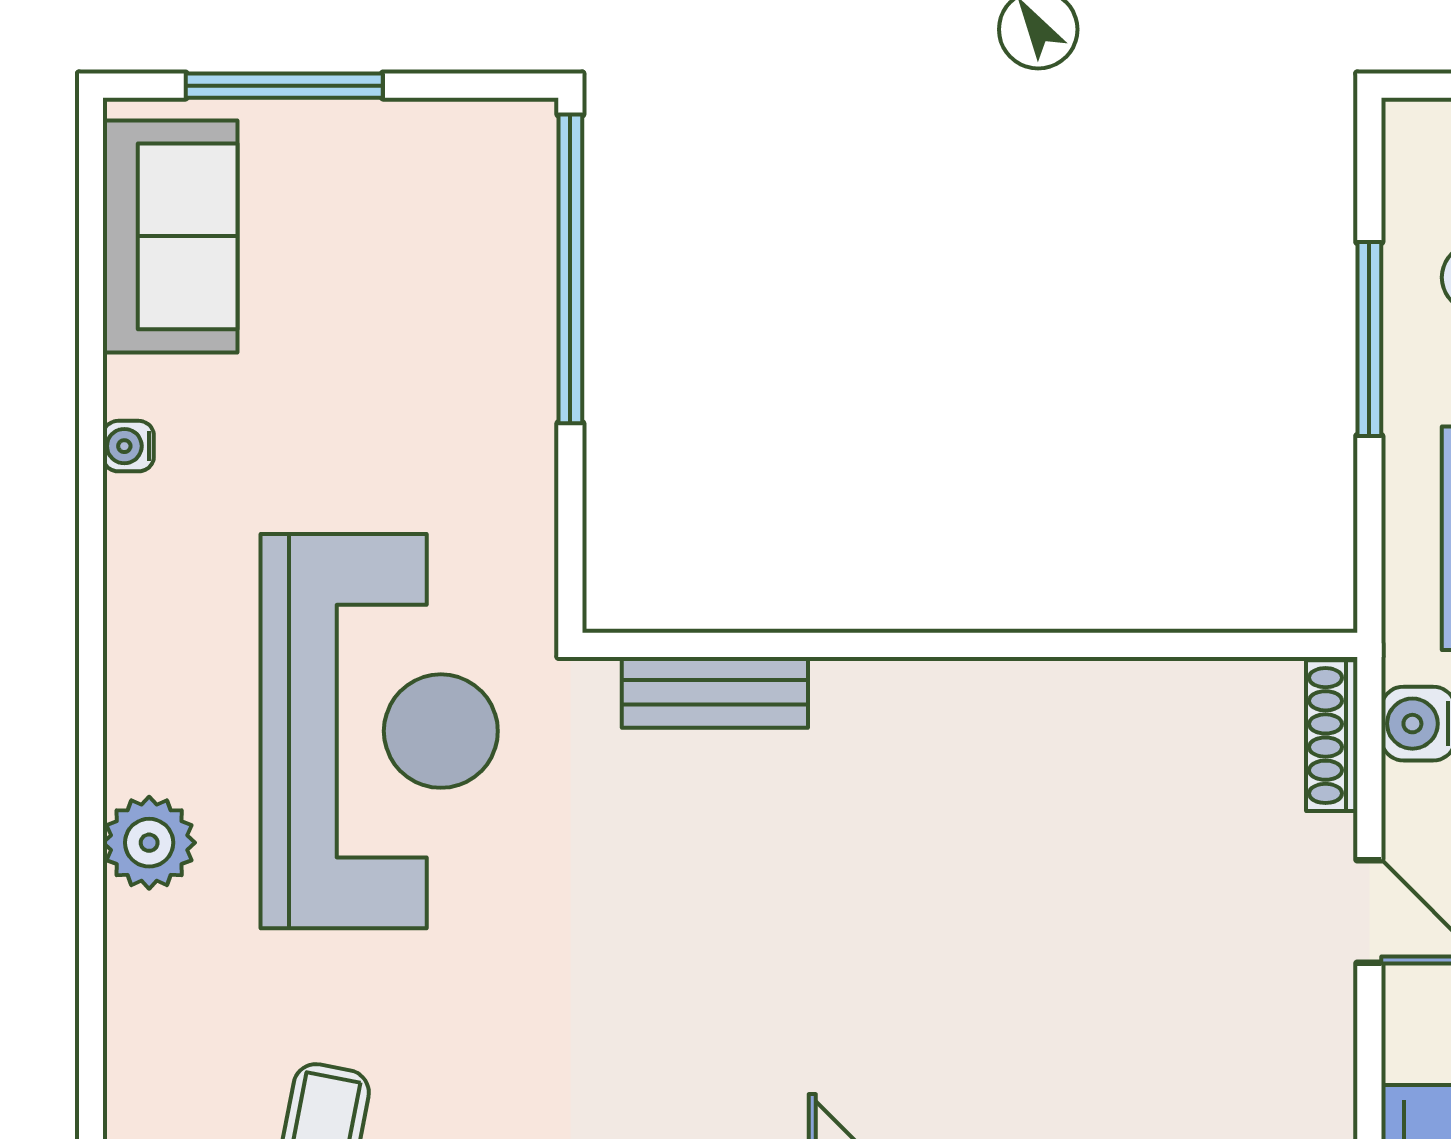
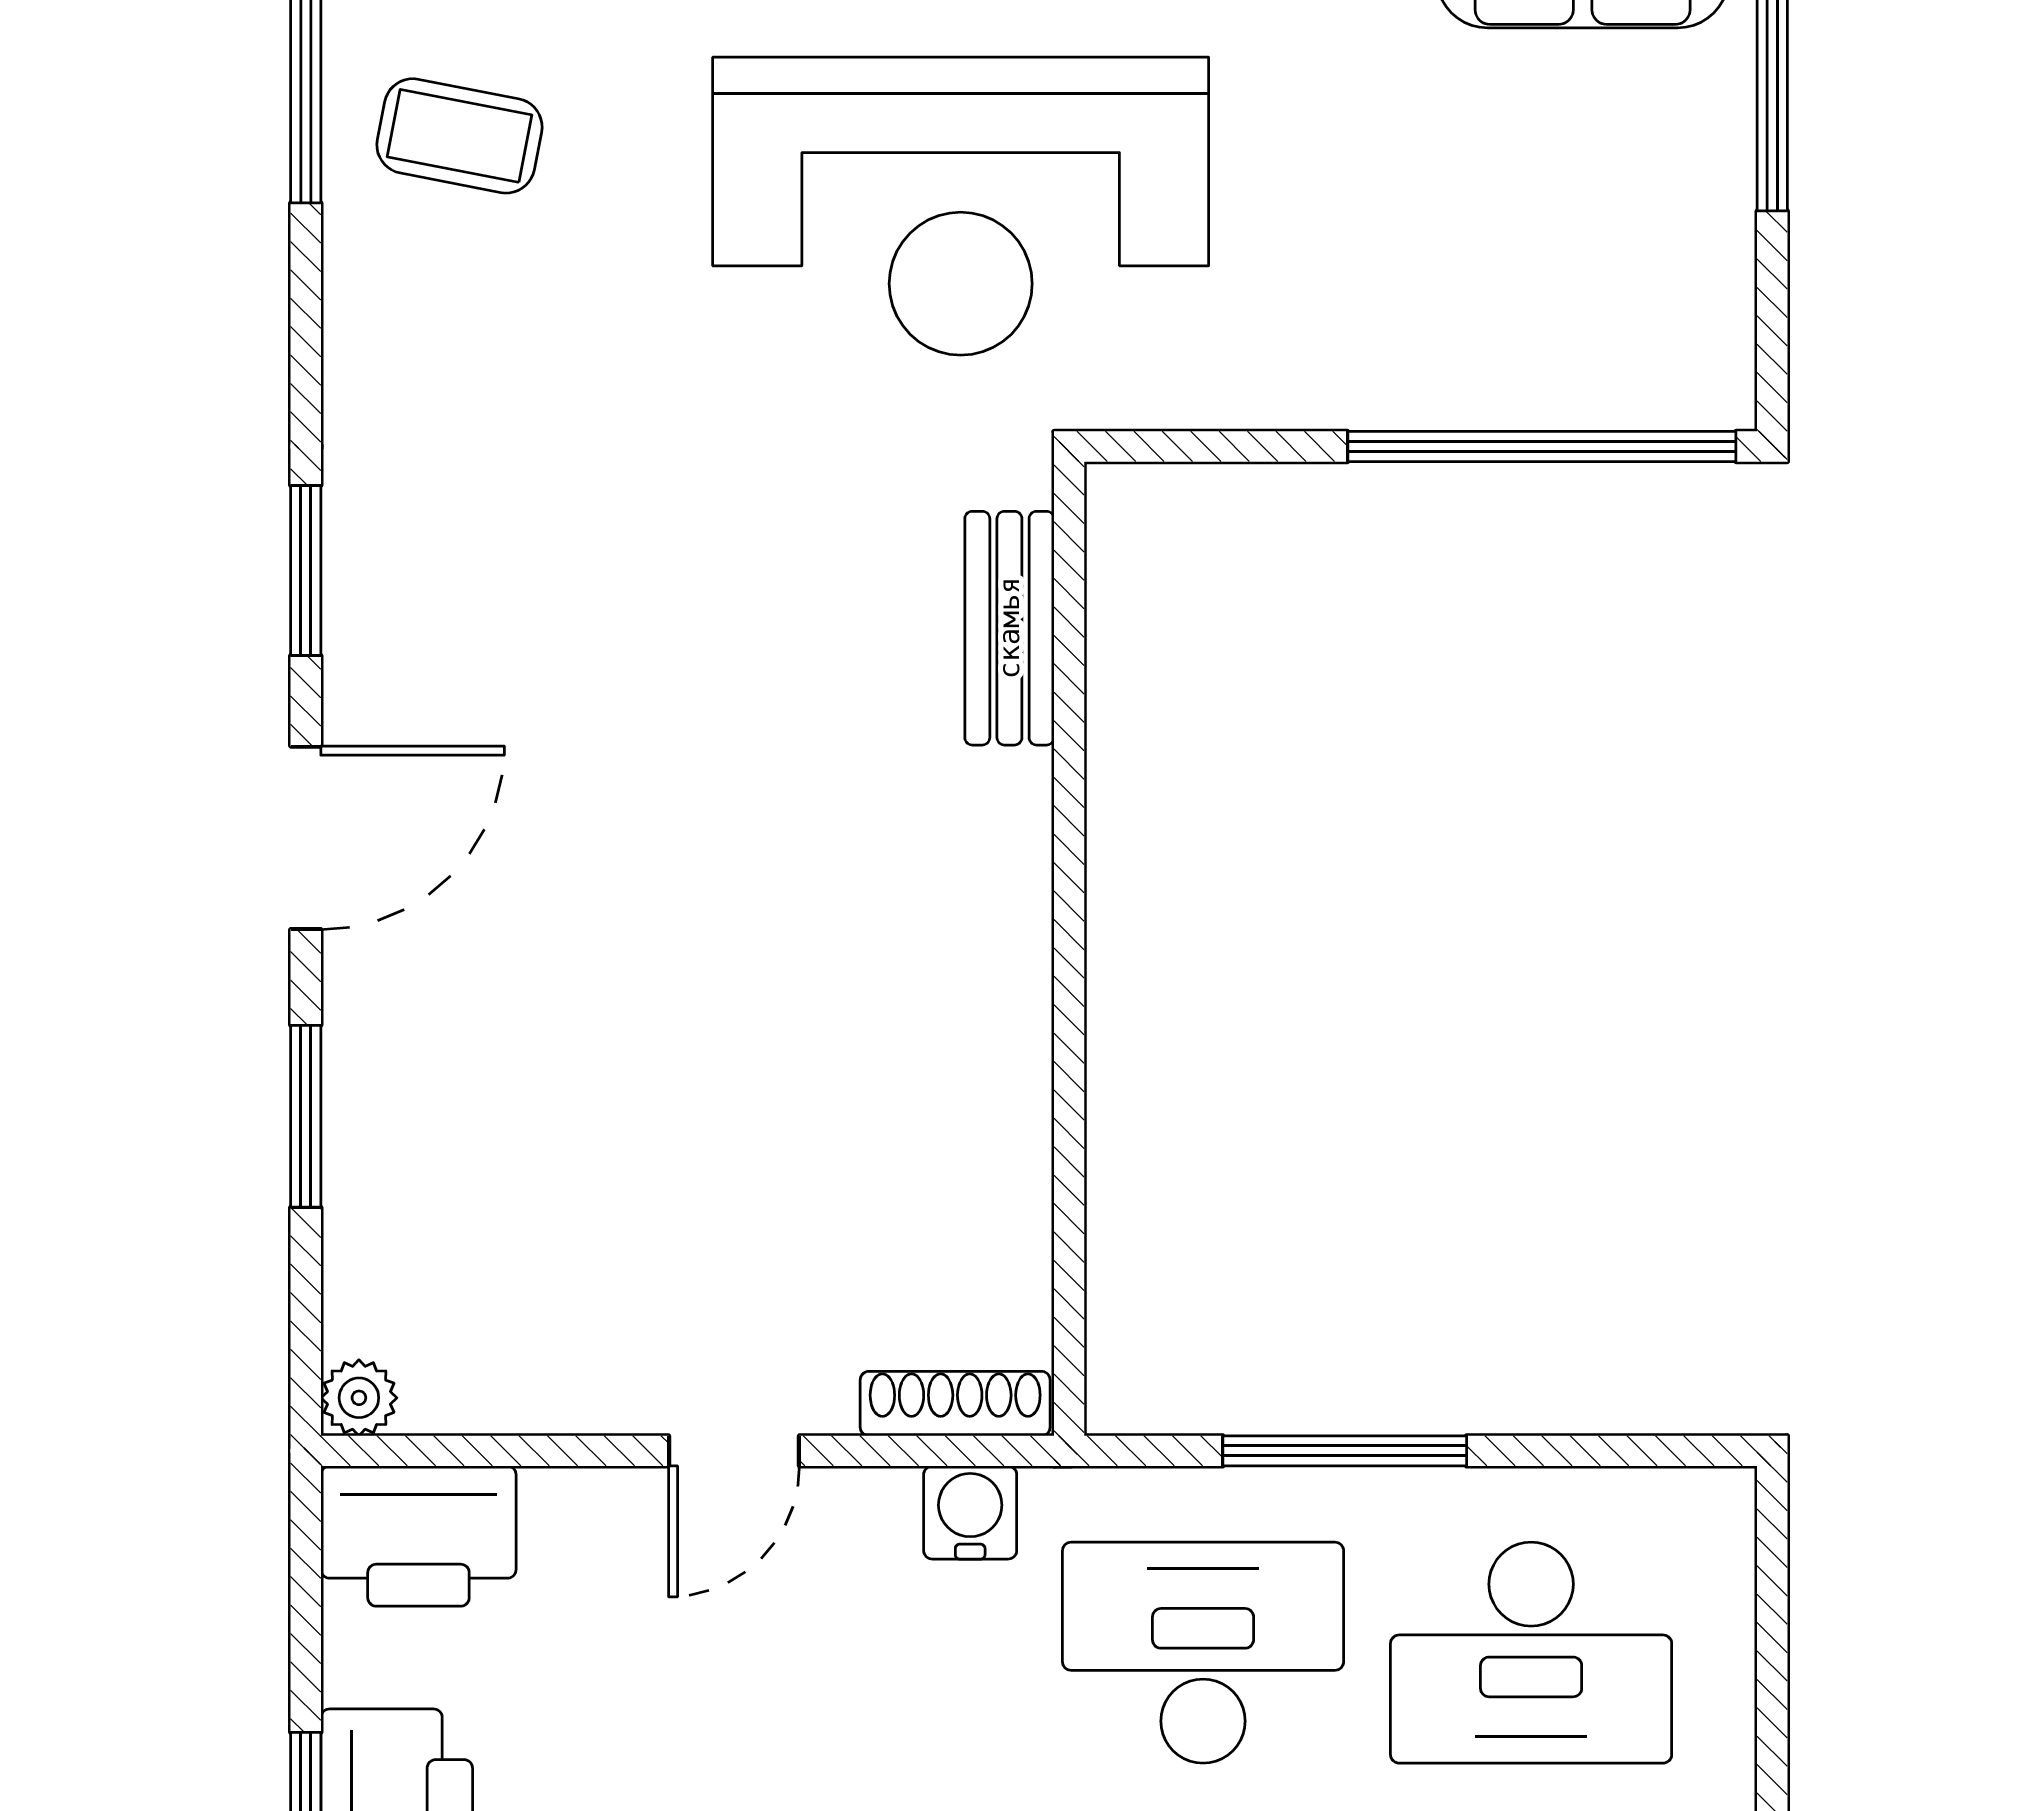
window: (1369, 339) -> (1345, 1451), moved

